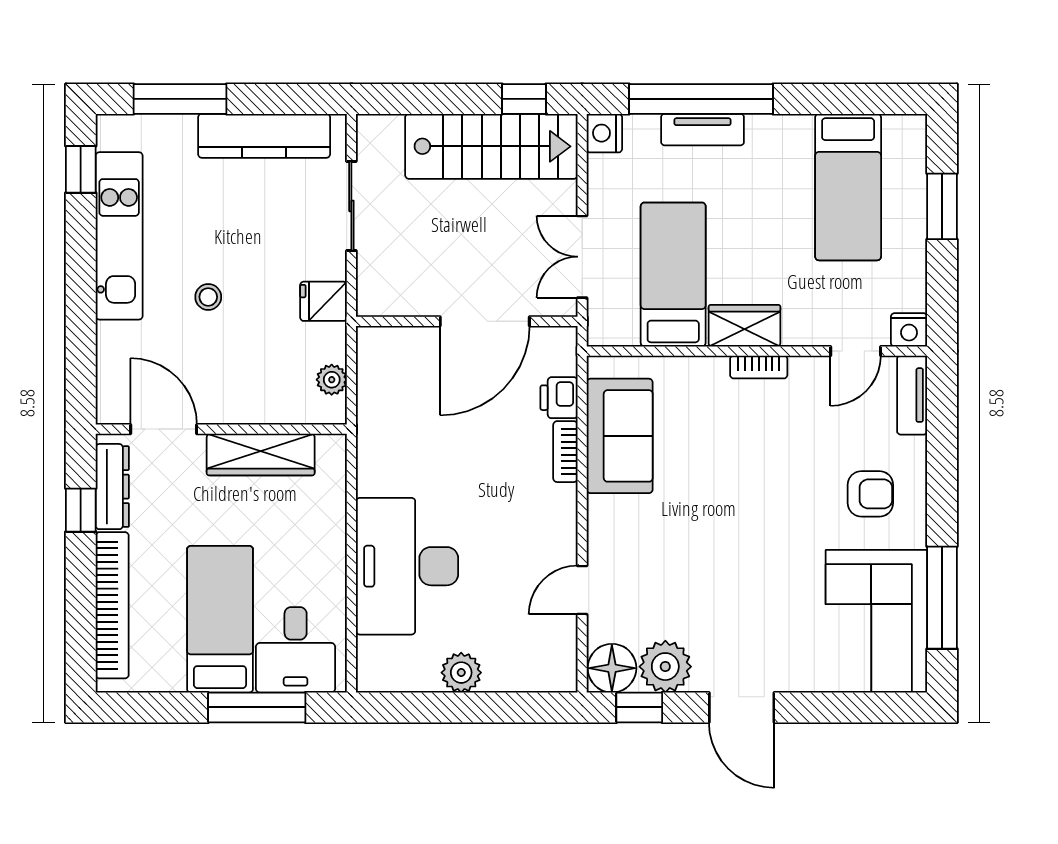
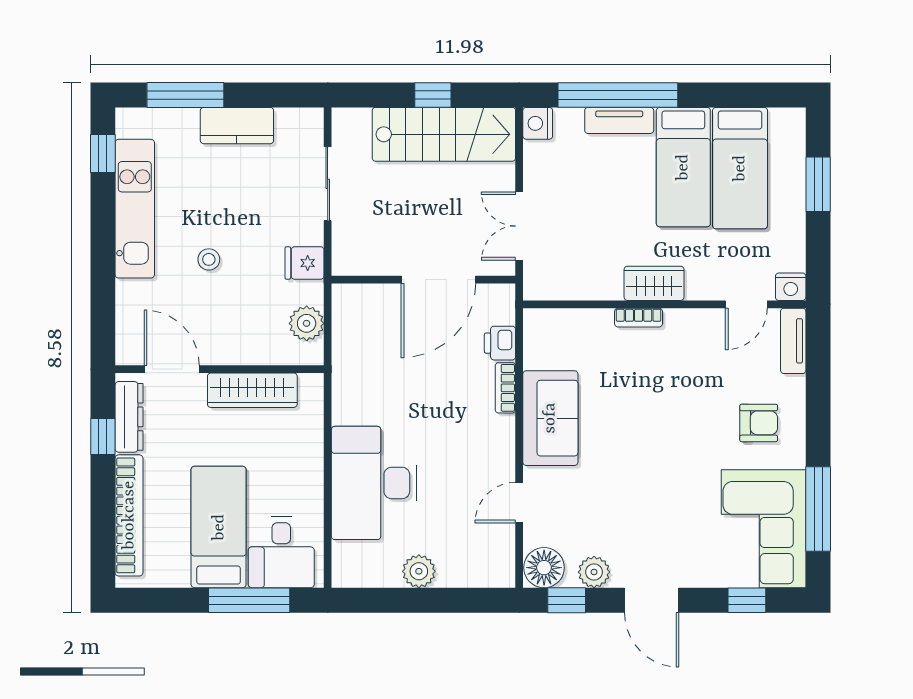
window: (524, 99) -> (433, 95), moved
kitchen counter: (264, 136) -> (237, 126), width x0.67
bed: (673, 275) -> (683, 167), moved, turned 180
bookcase: (759, 367) -> (639, 318), moved
plant: (332, 380) -> (307, 323), width x1.38, depth x1.38
sofa: (620, 436) -> (550, 418), moved
plant: (665, 667) -> (594, 572), width x0.73, depth x0.73
window: (856, 707) -> (747, 600), added

